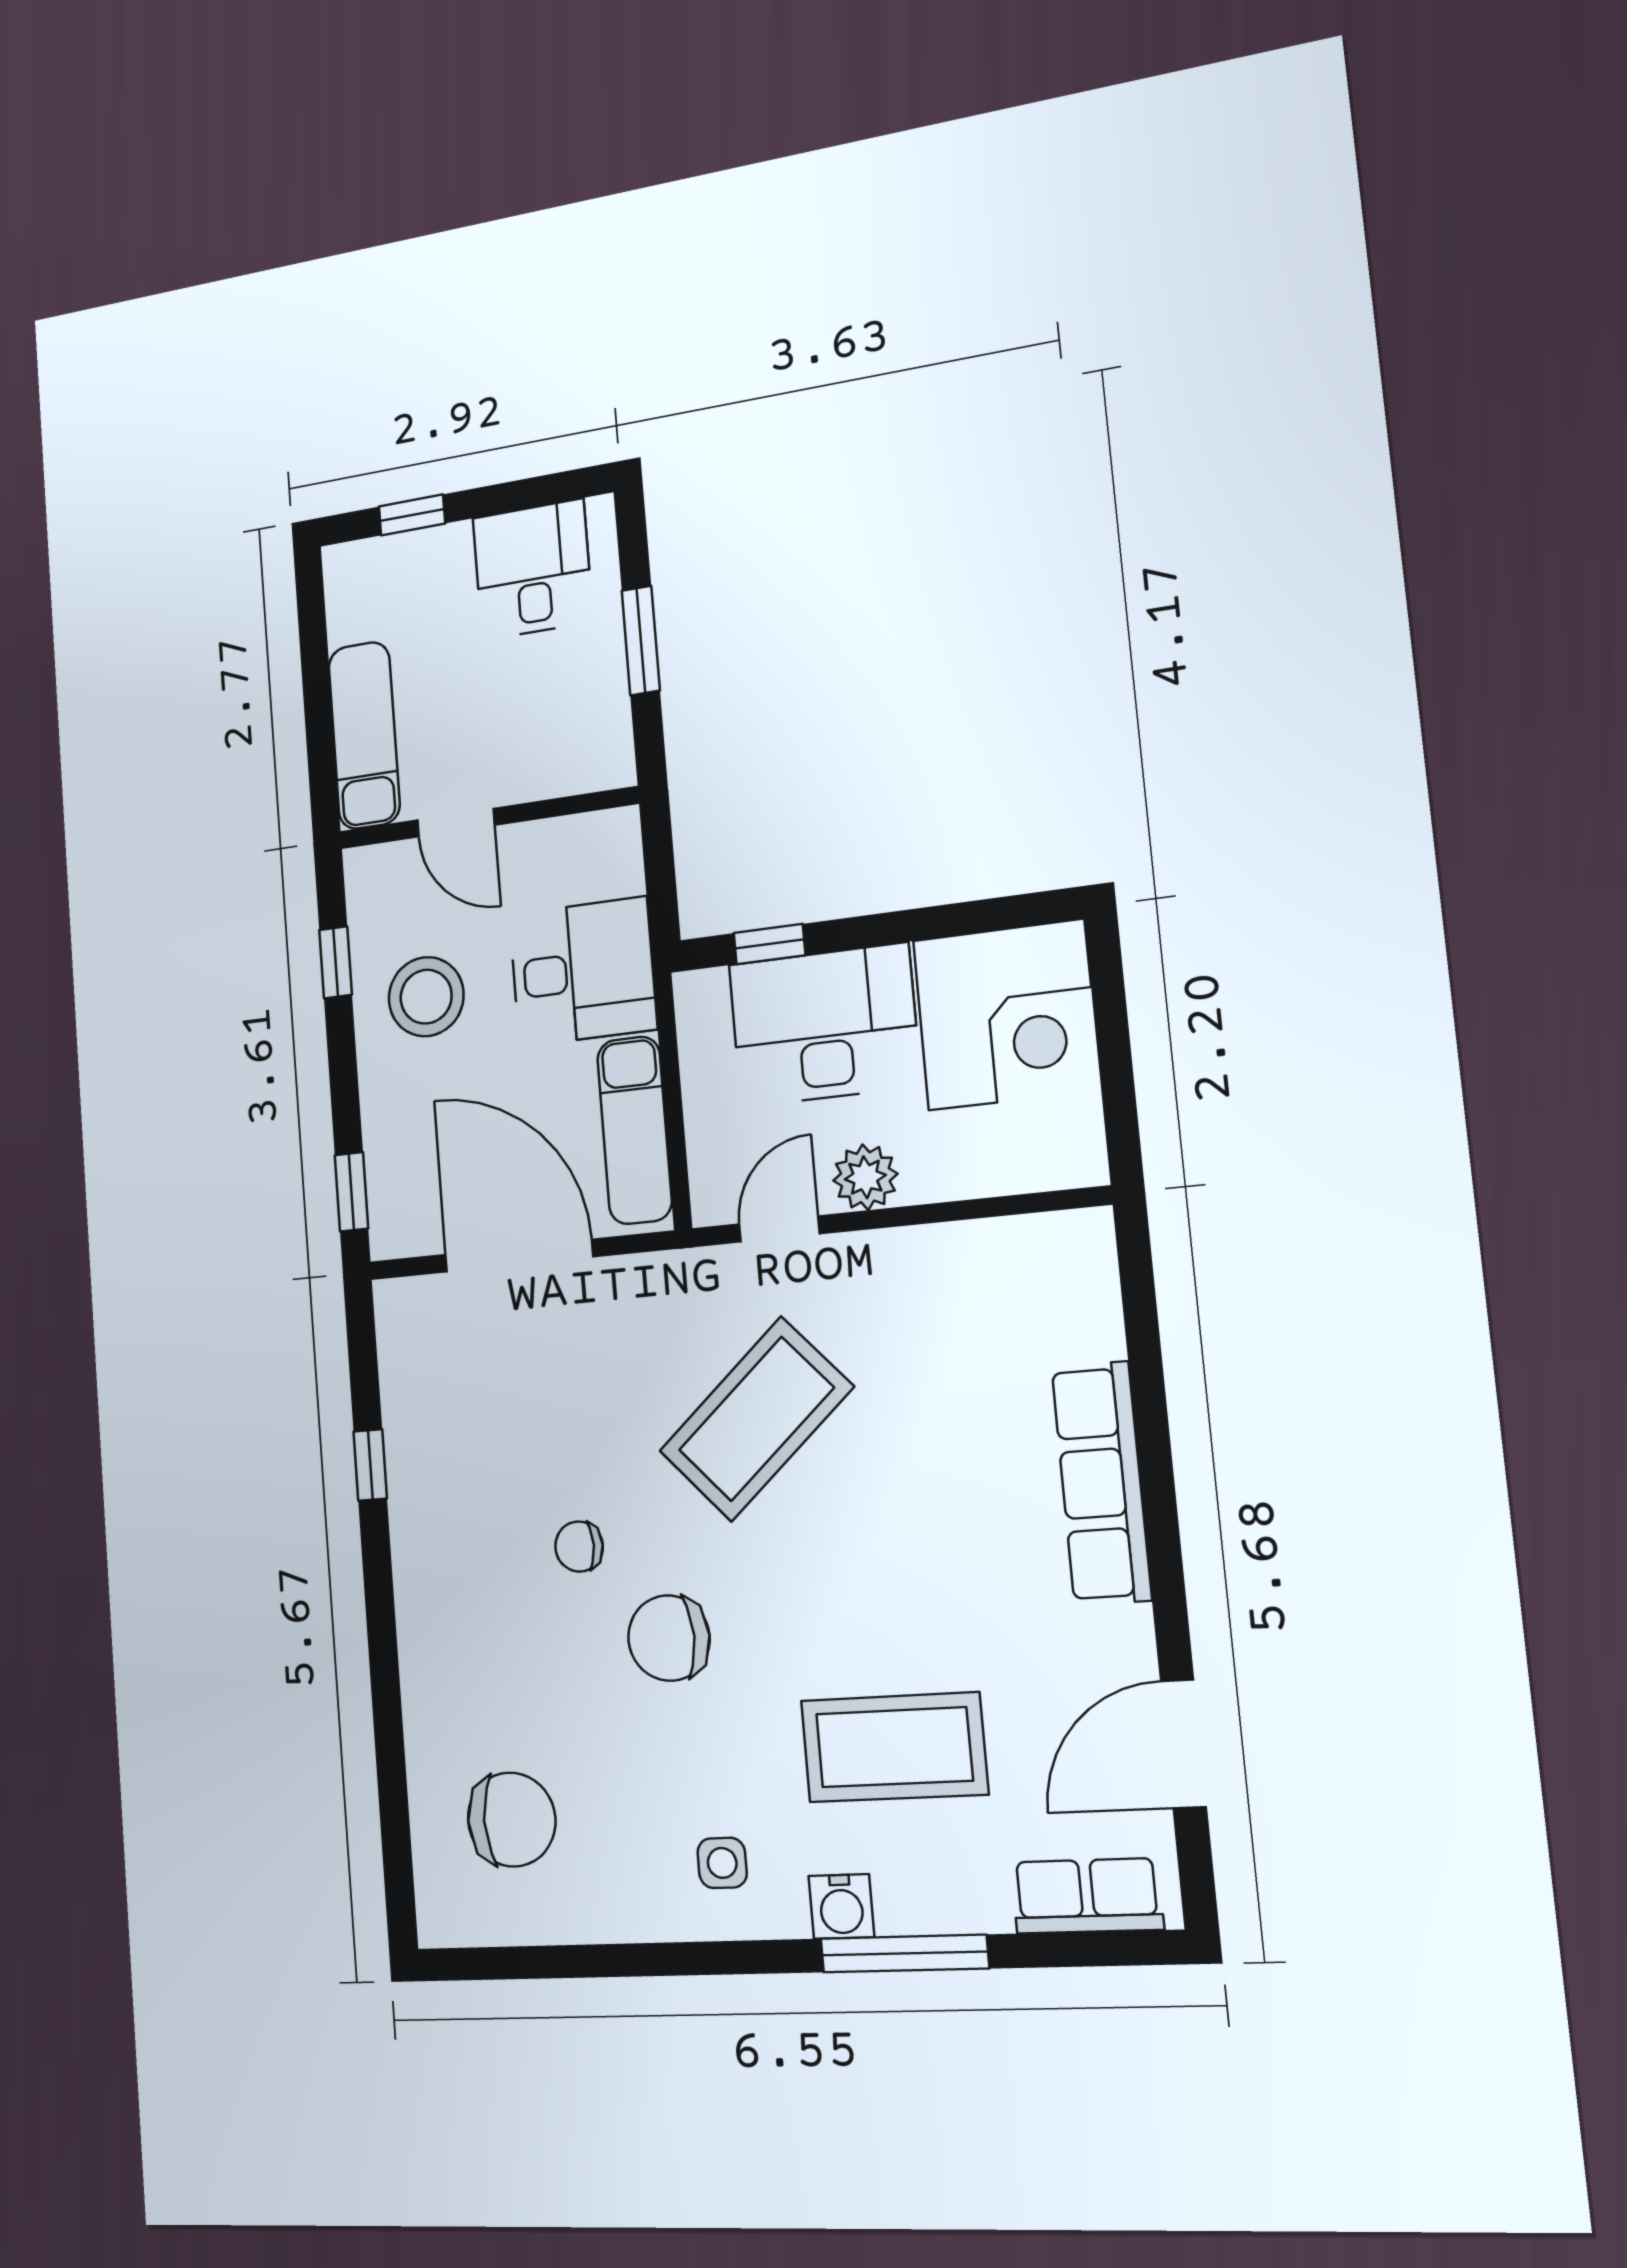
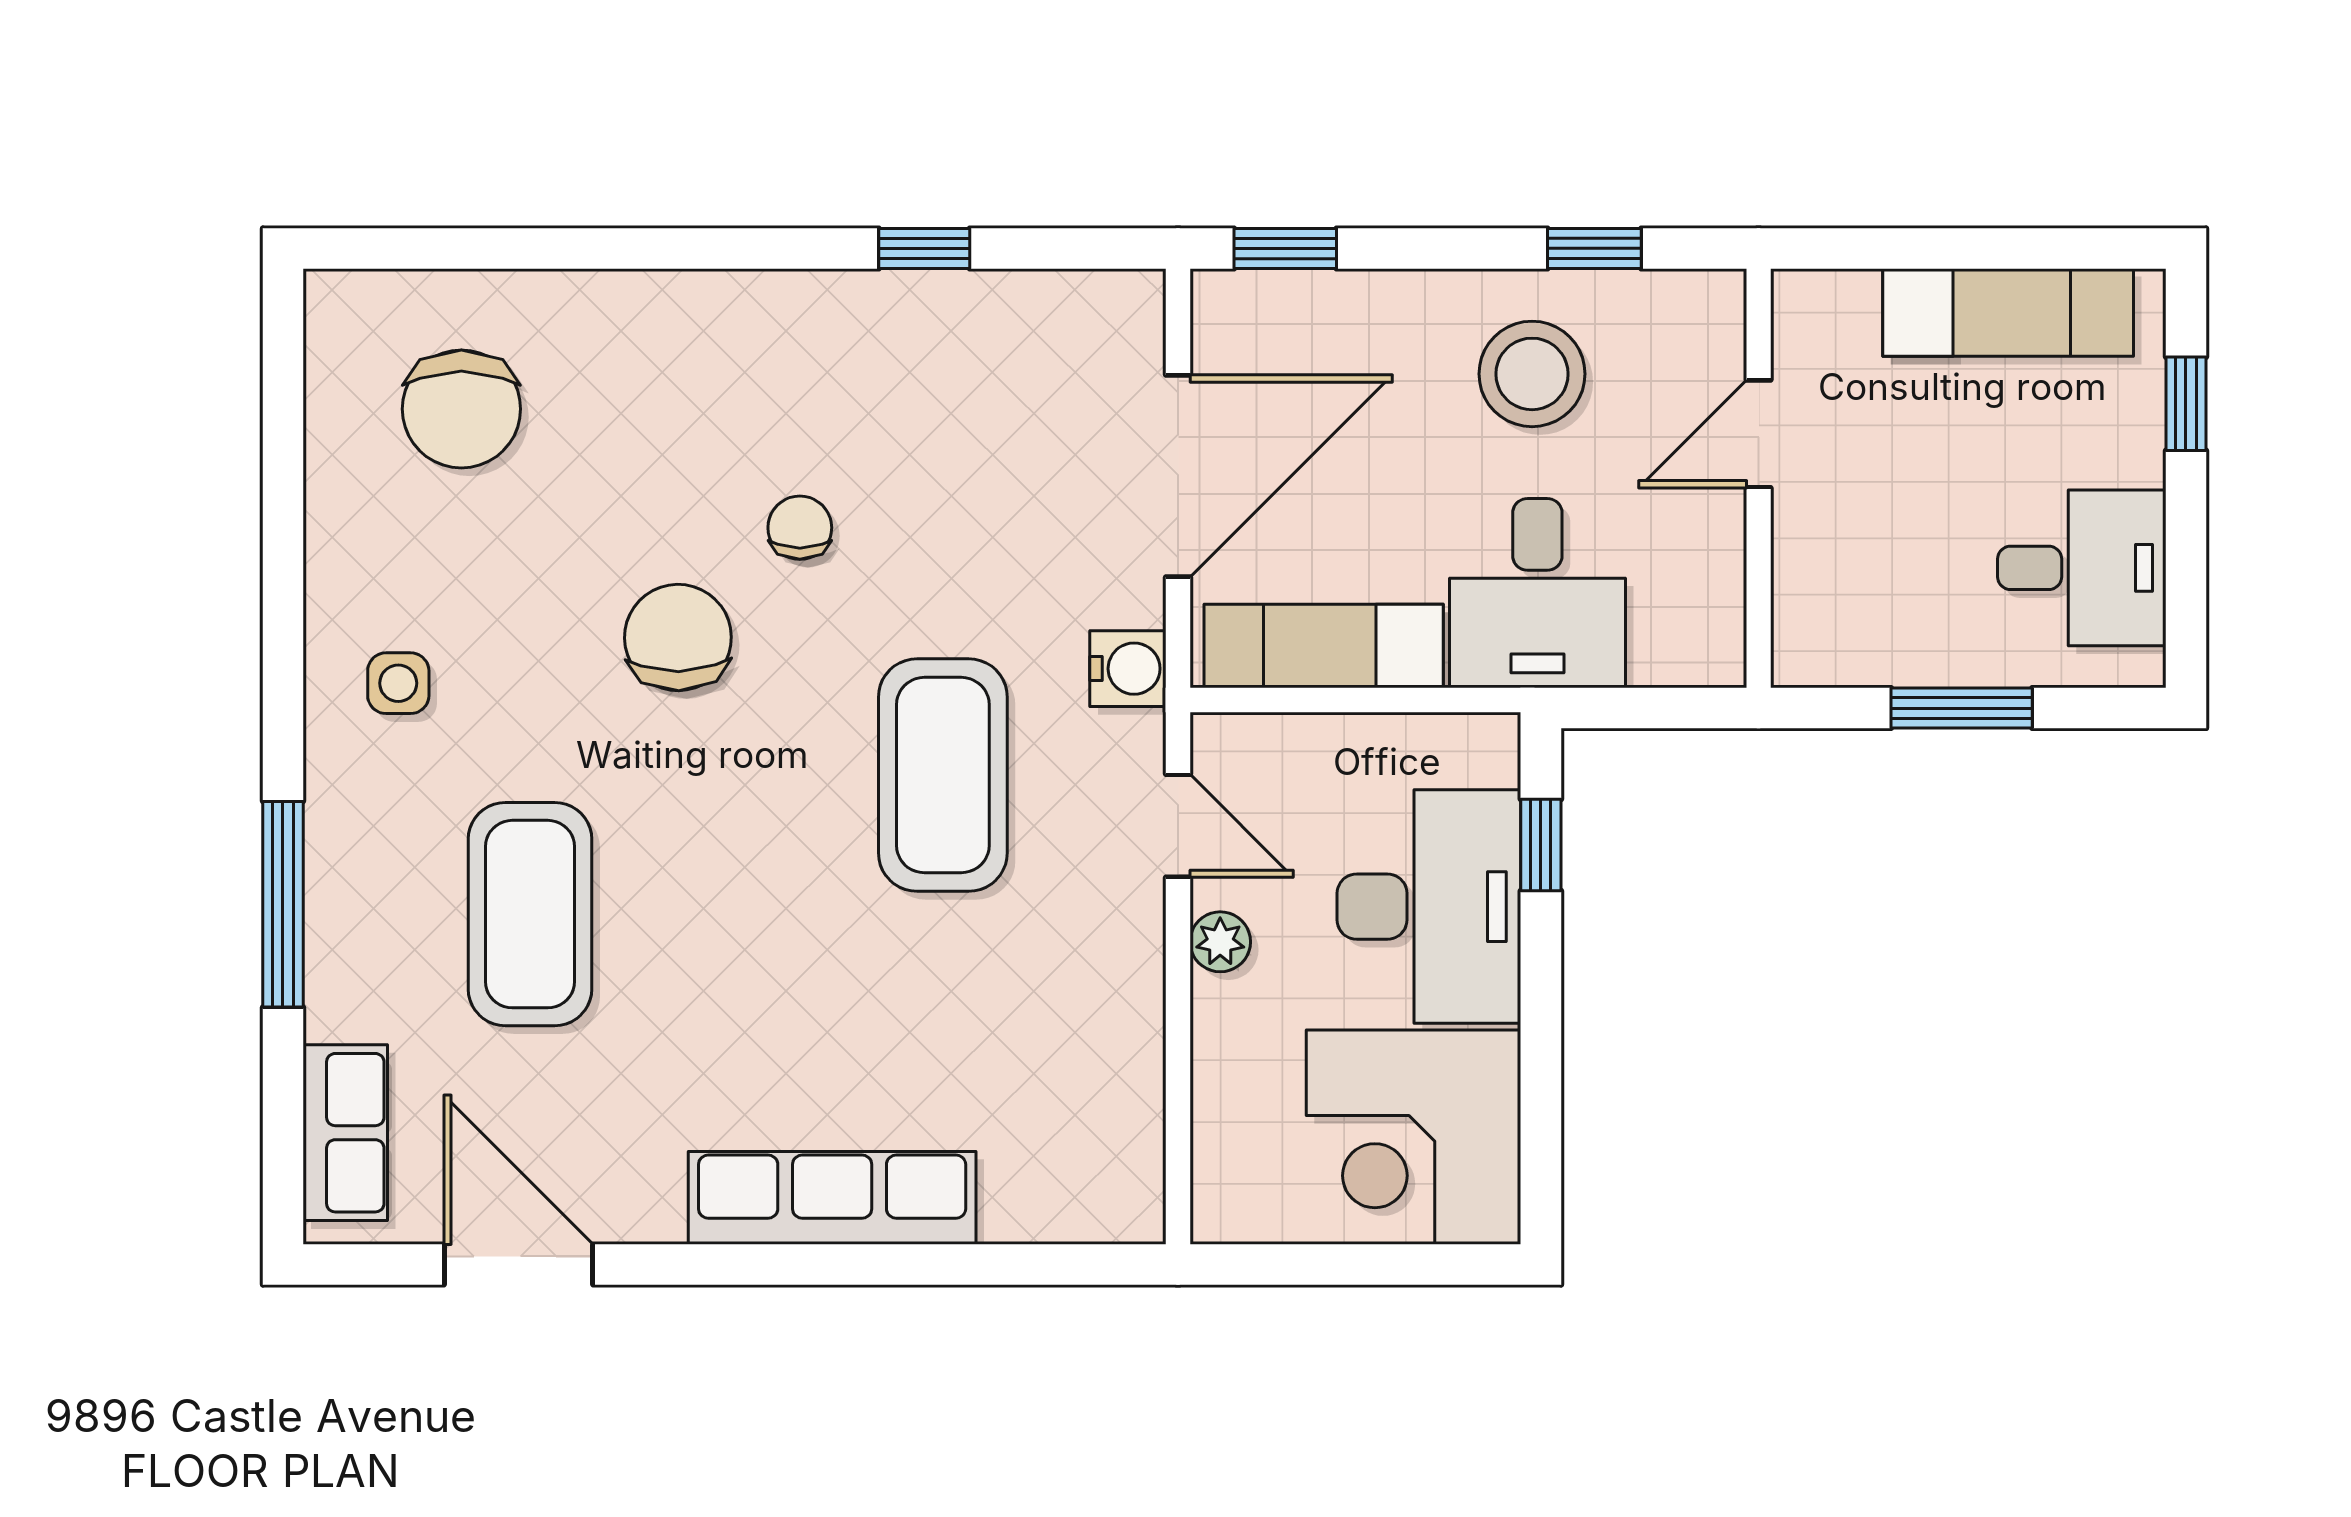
exam couch: (364, 735) -> (2008, 312), moved
plant: (865, 1177) -> (1220, 942), width x0.73, depth x0.73
coffee table: (756, 1419) -> (943, 775), turned 42
water cooler: (841, 1906) -> (1128, 669), moved, turned 180

